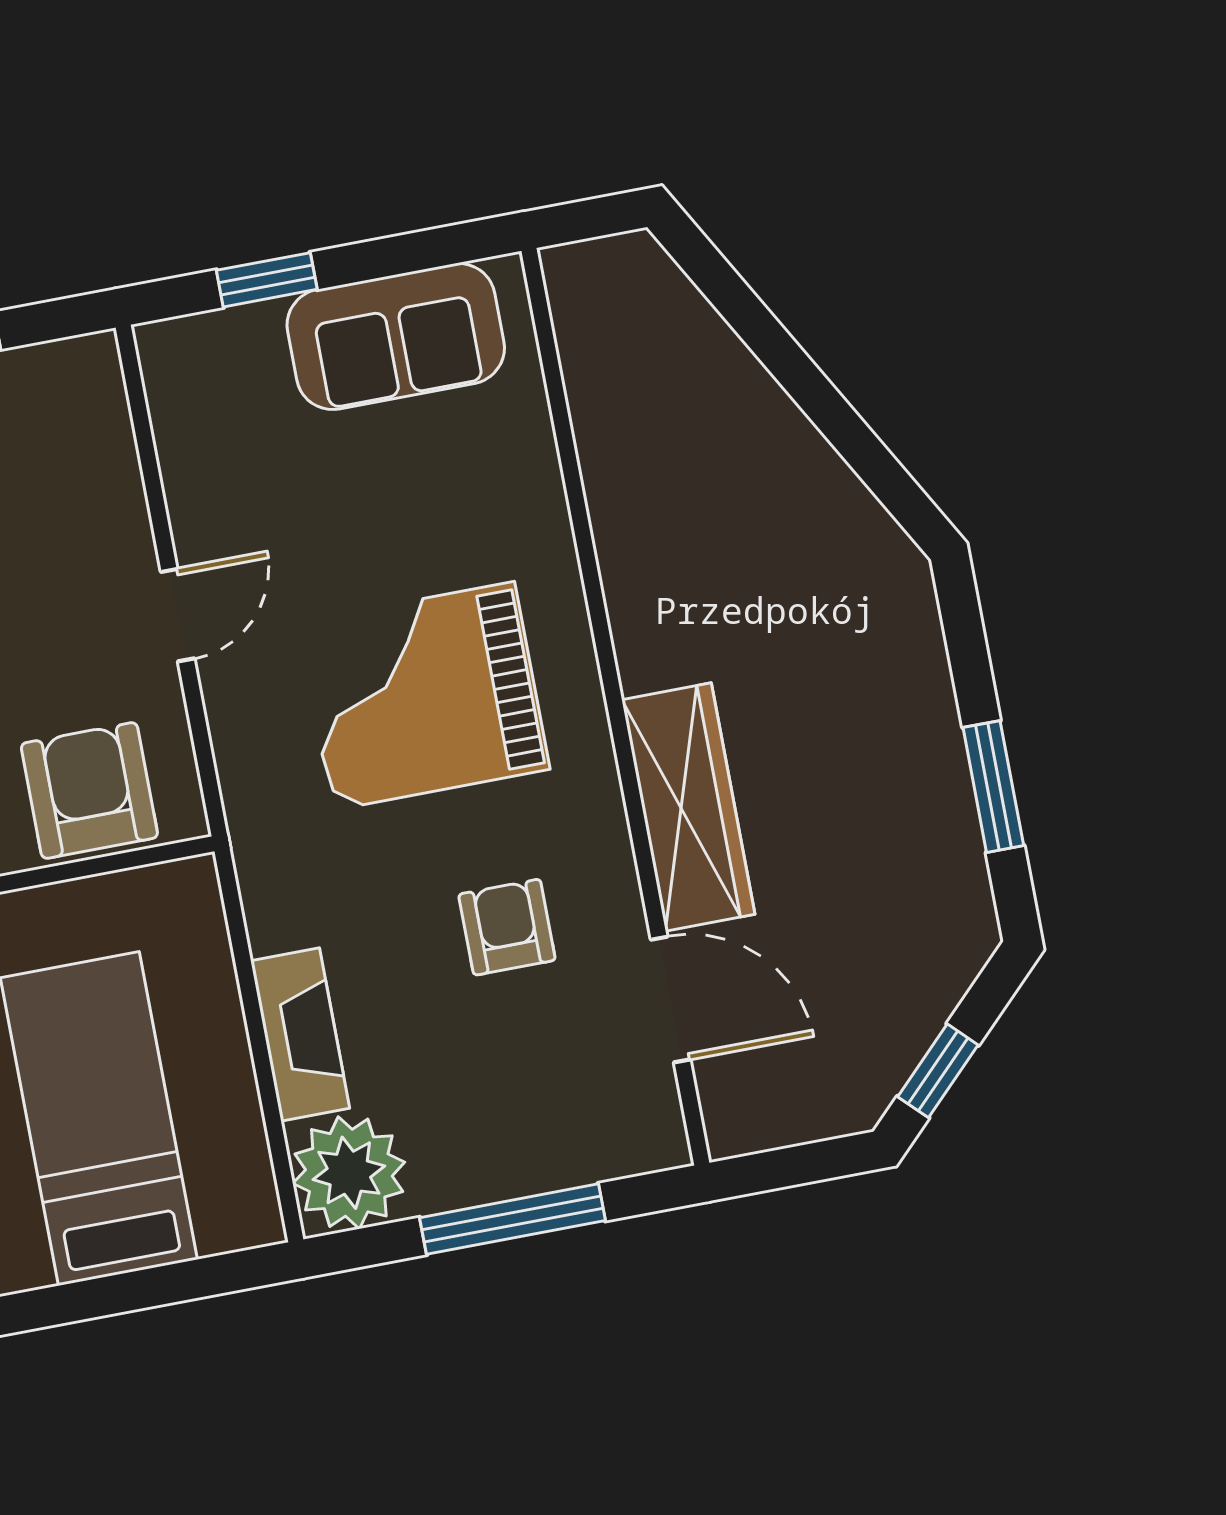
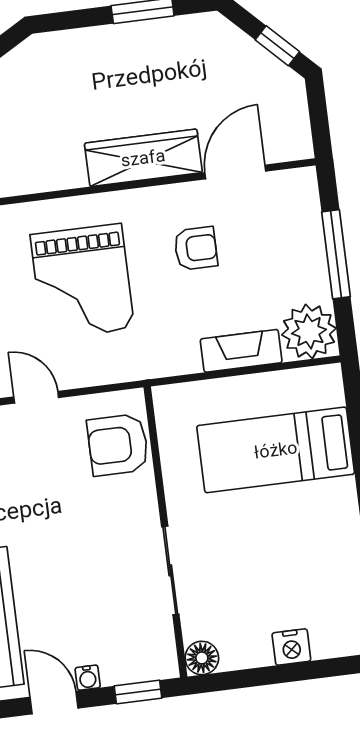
armchair: (507, 927) -> (196, 248), turned 180

